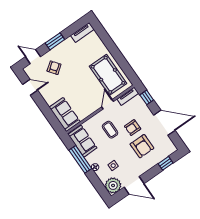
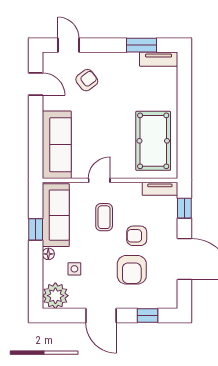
window: (55, 41) -> (142, 45), moved
door: (108, 104) -> (99, 180), moved
sofa: (65, 115) -> (57, 145), width x1.36
sofa: (82, 141) -> (56, 215), width x1.36
window: (80, 159) -> (36, 229), width x0.46
door: (134, 185) -> (101, 315), moved

